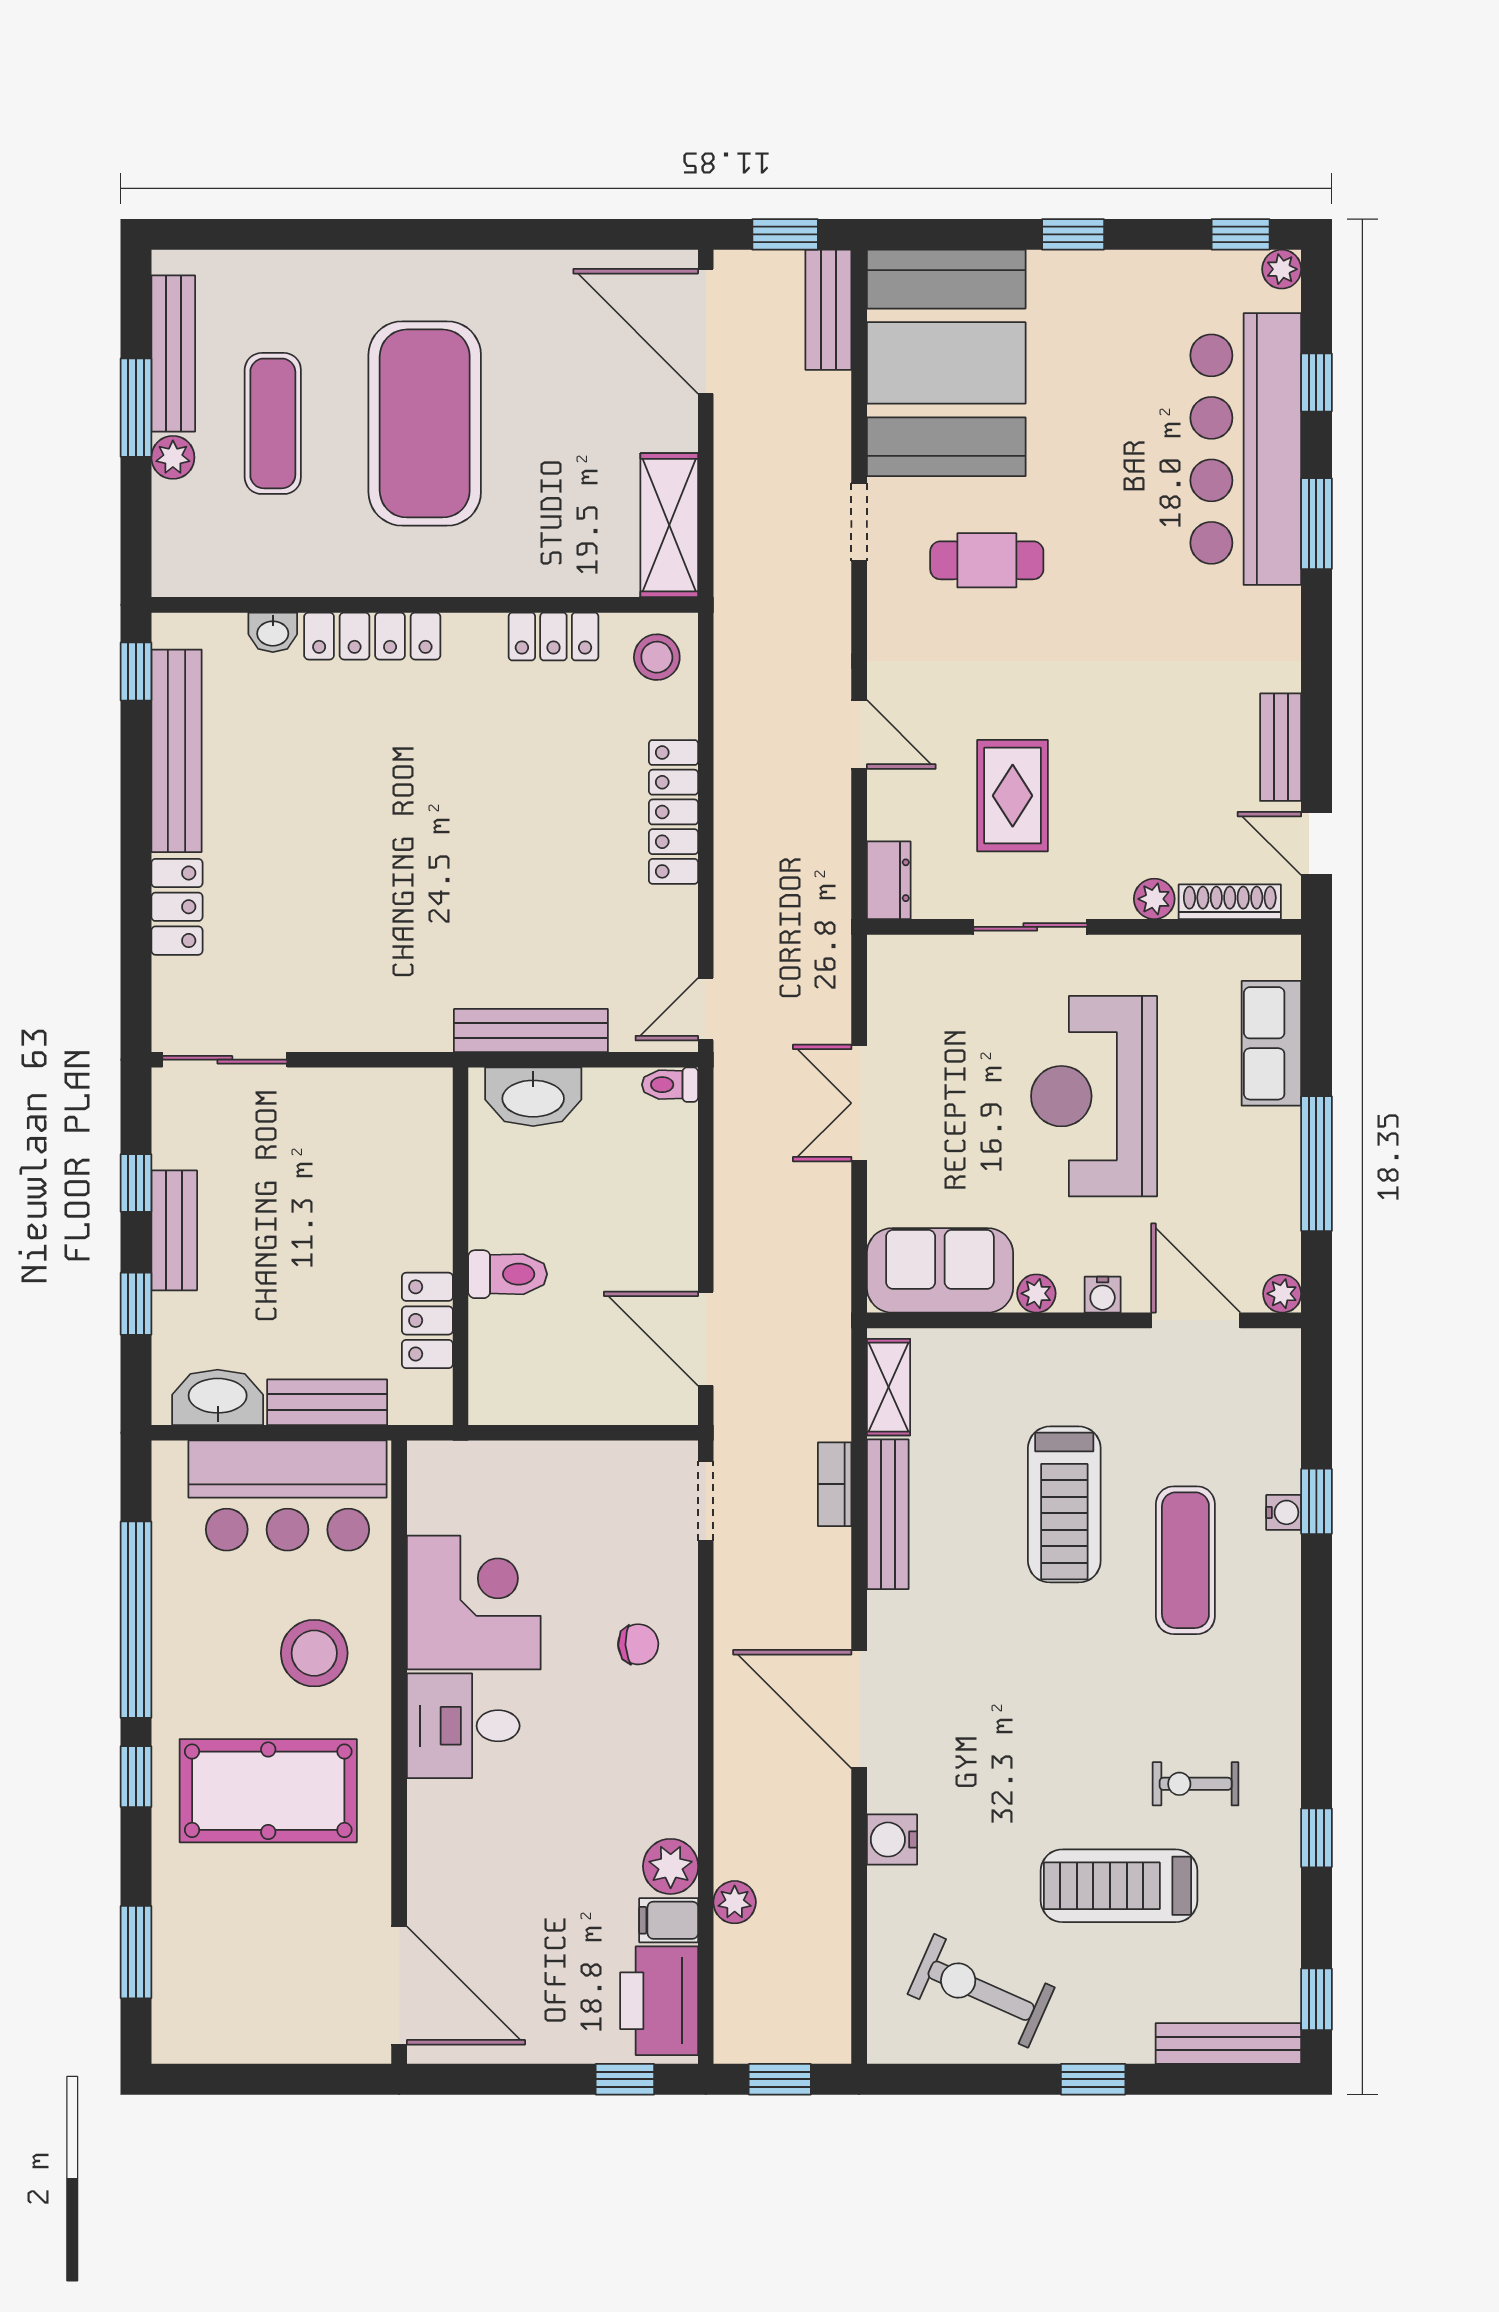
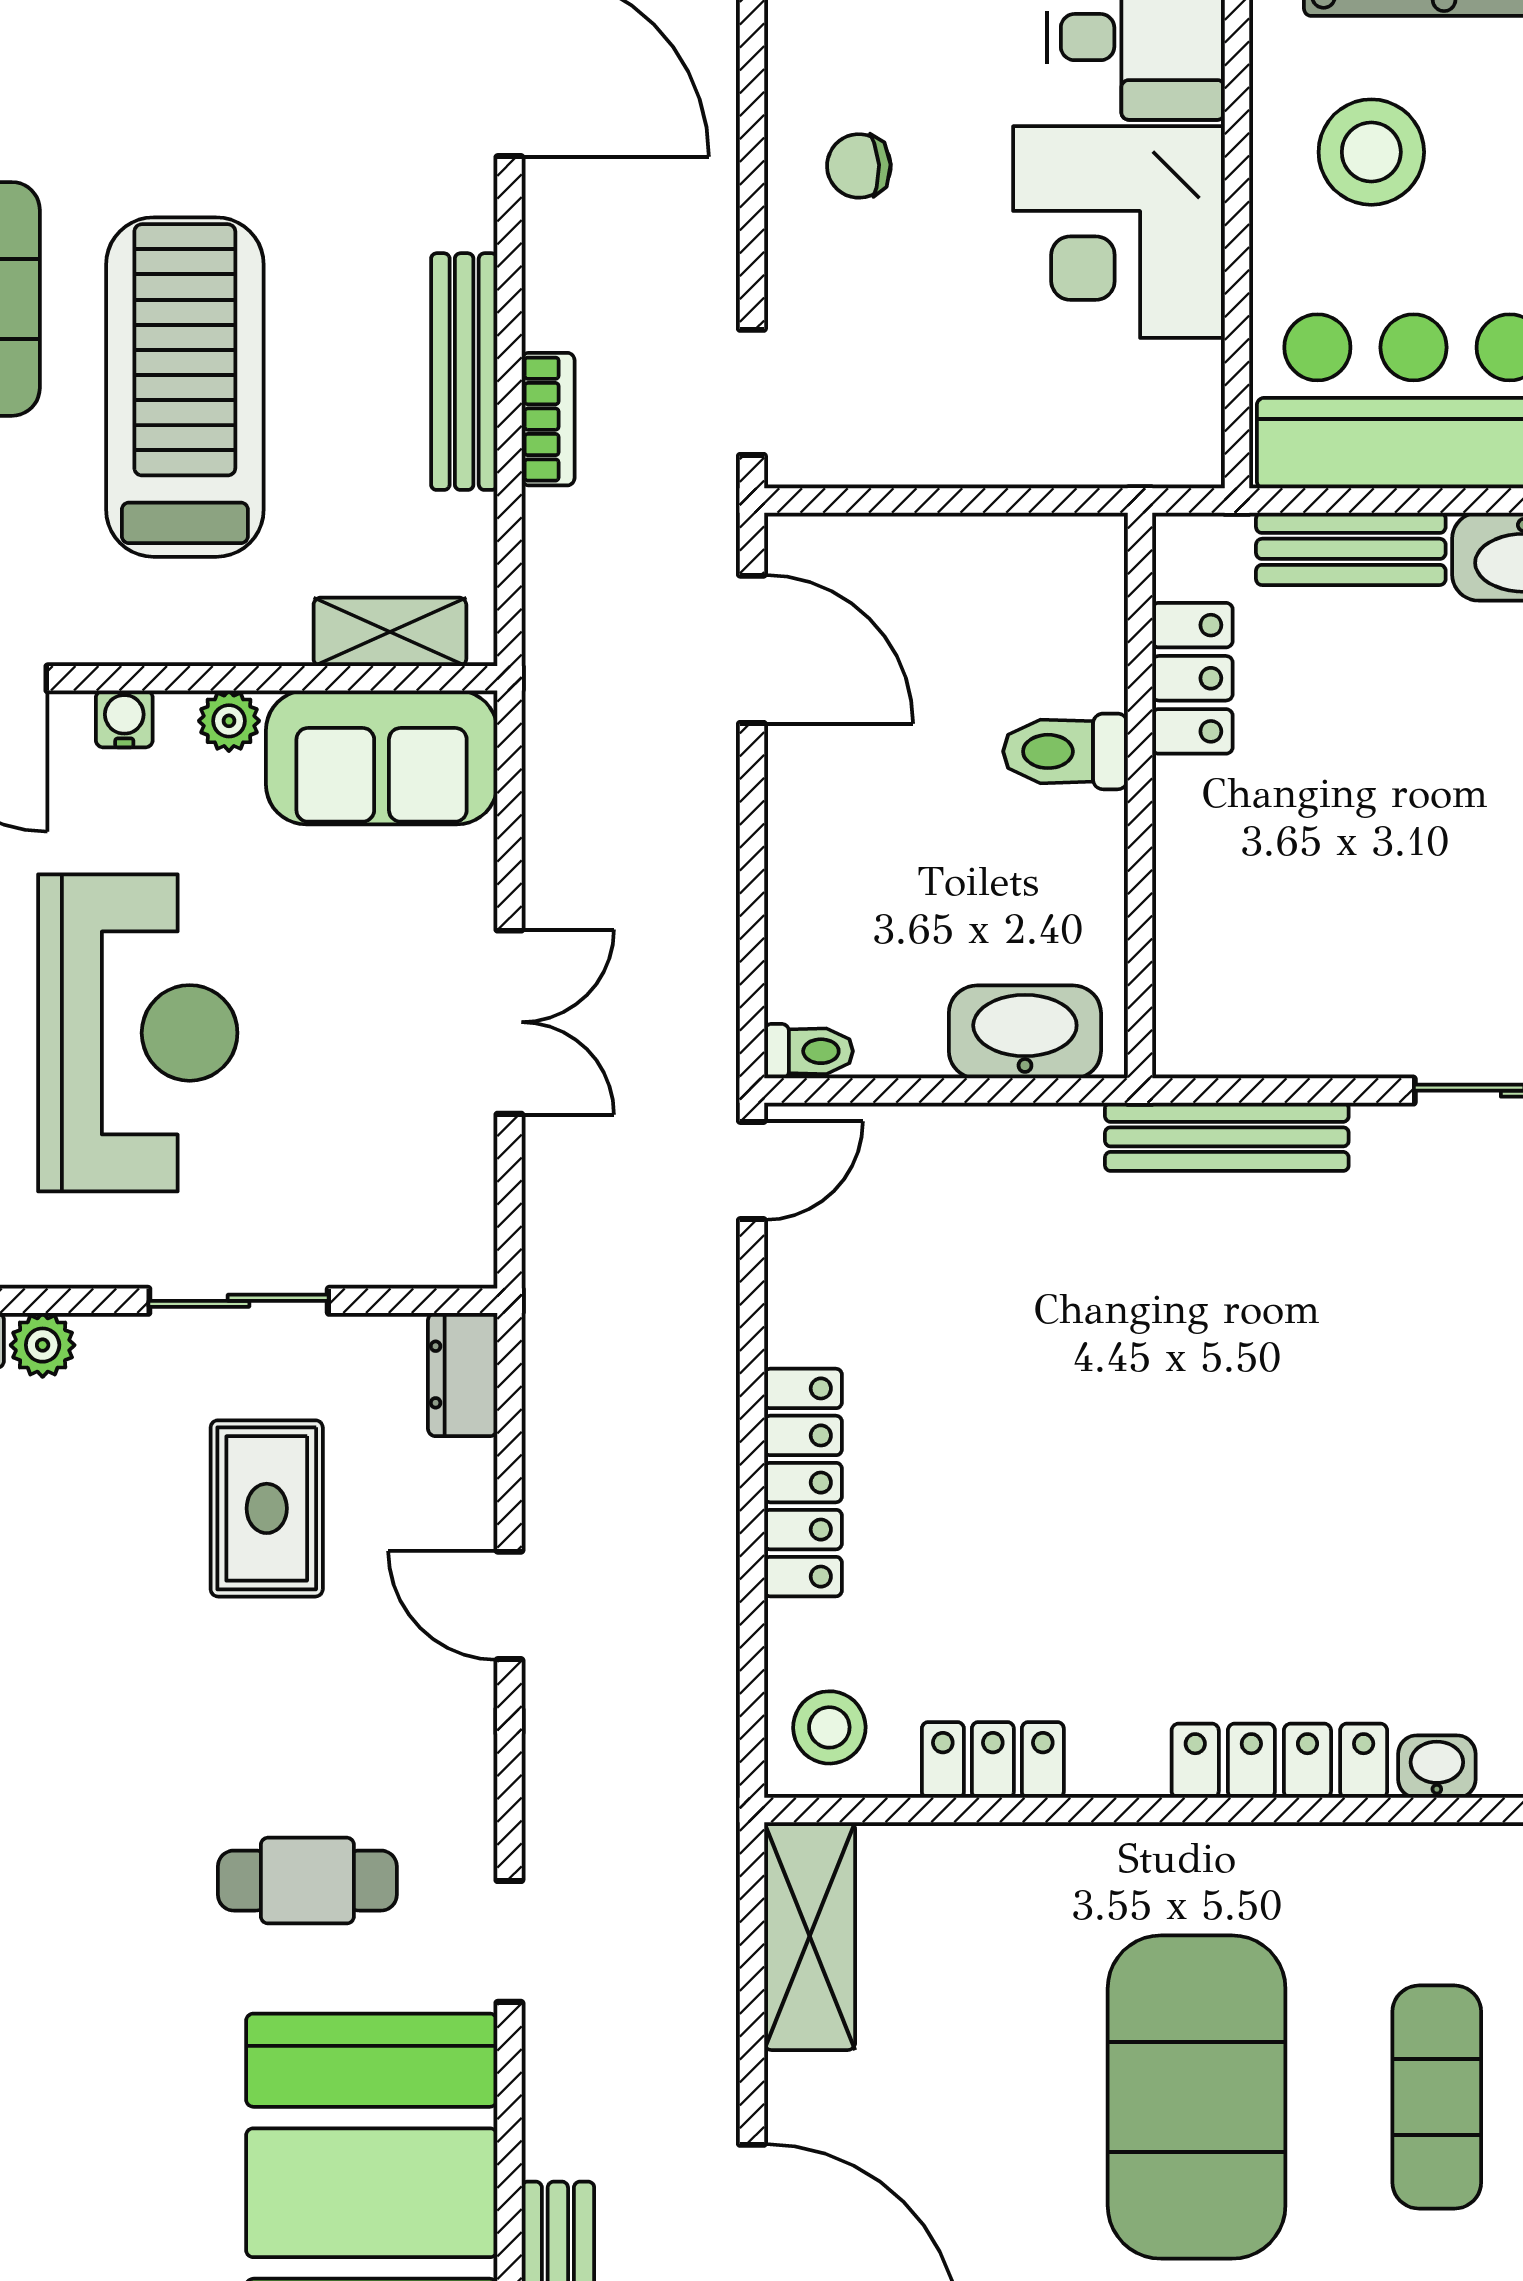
bench: (531, 1030) -> (1227, 1137), moved
shelving: (888, 1387) -> (390, 632), moved, turned 90
treadmill: (1064, 1504) -> (185, 387), width x1.37, depth x1.38

